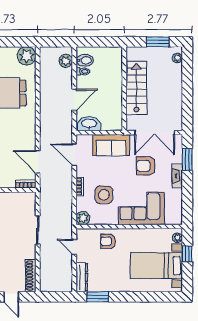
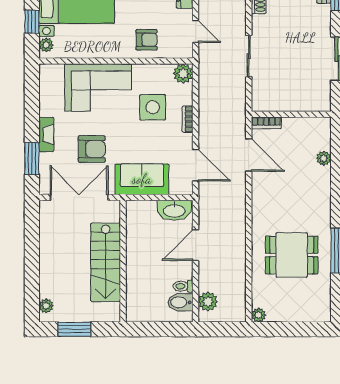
plant: (27, 56) -> (259, 315), width x0.53, depth x0.53

